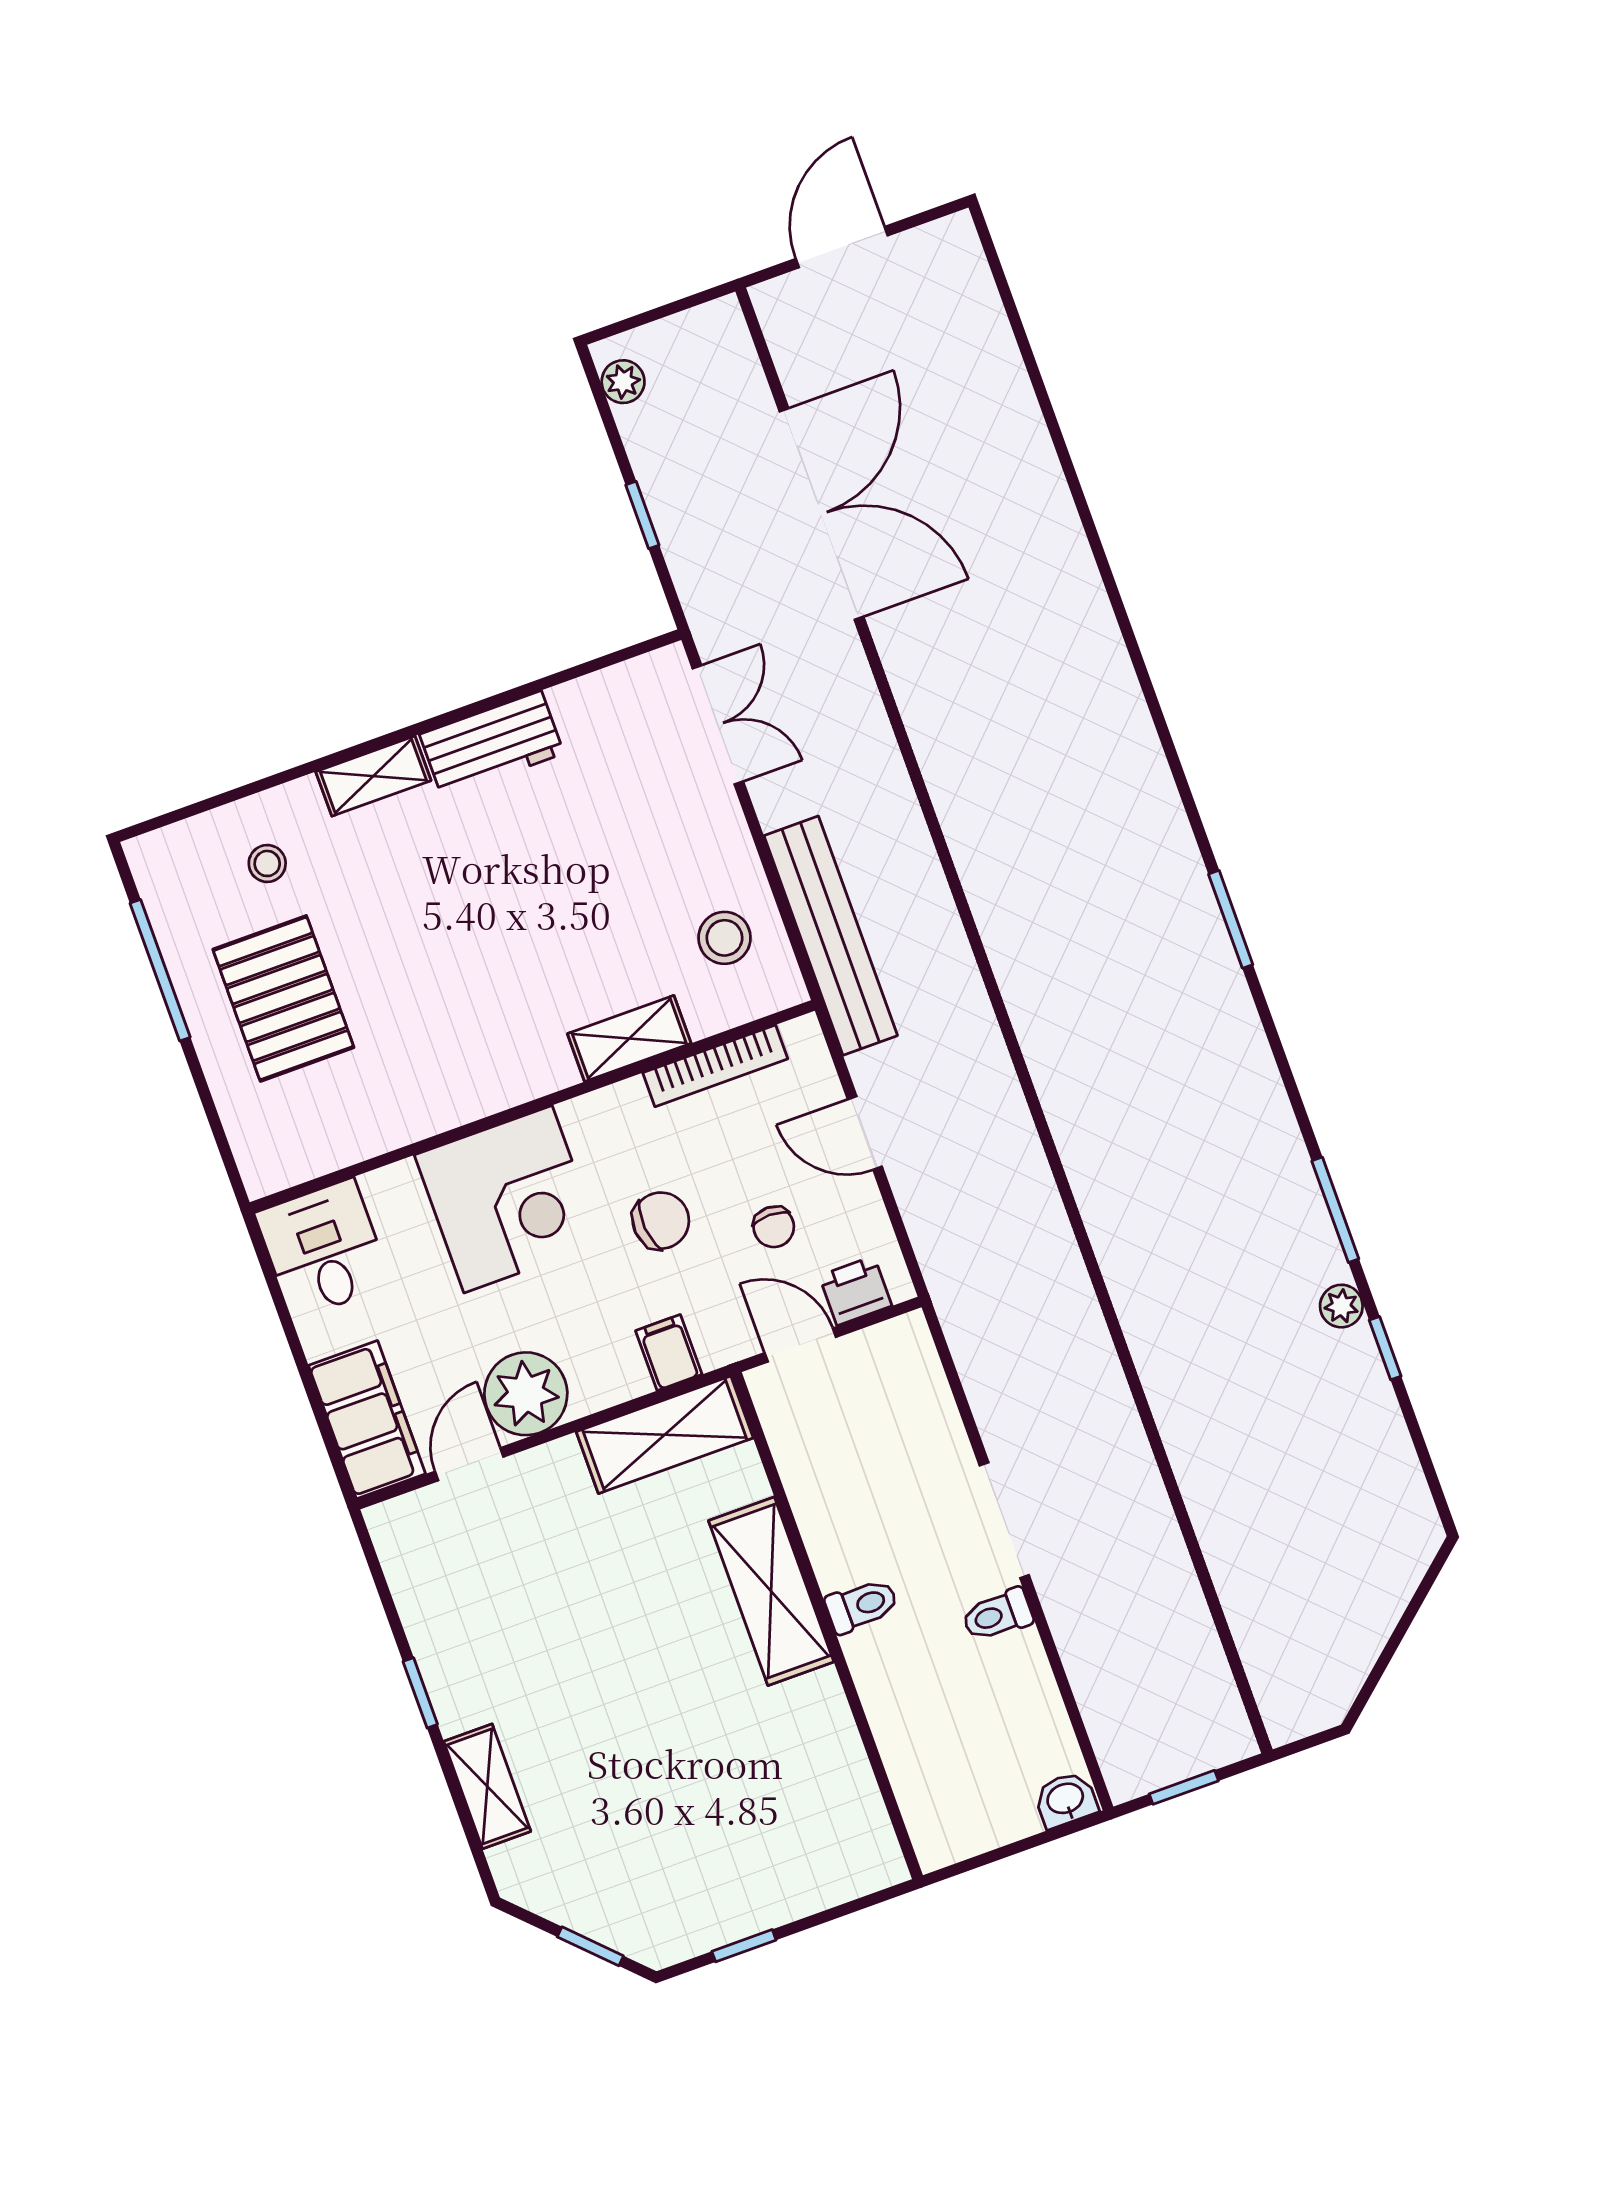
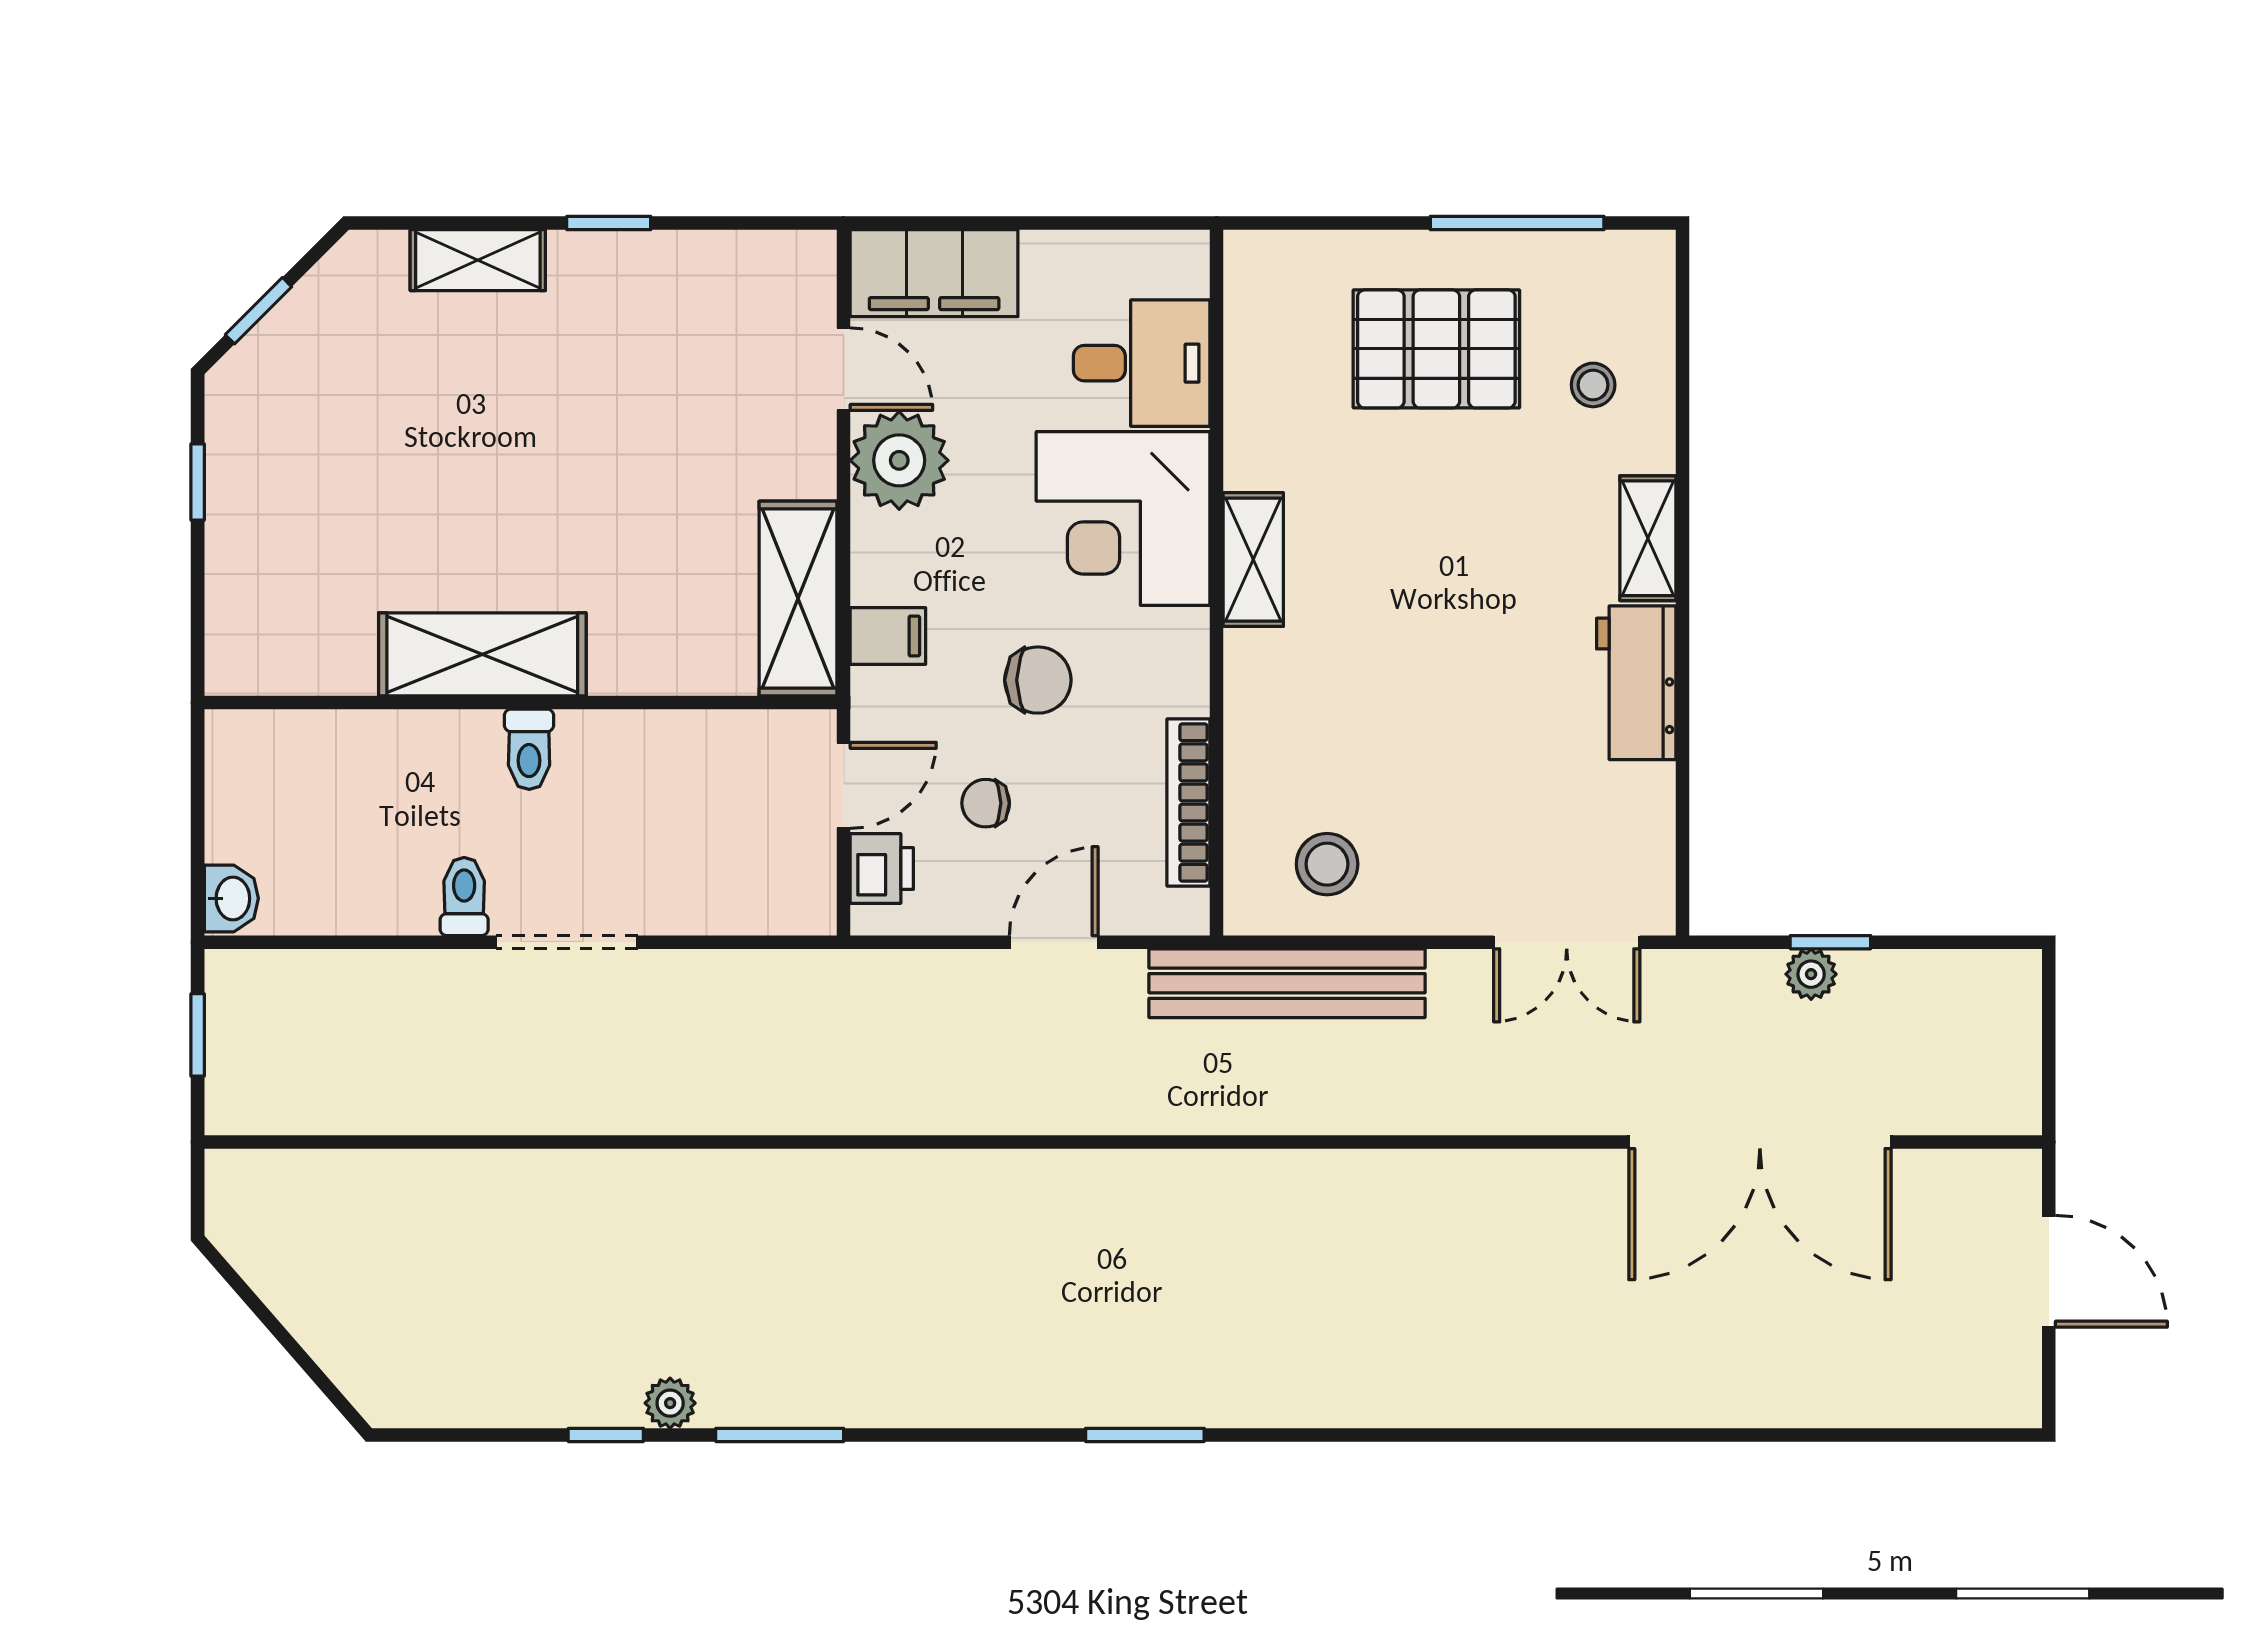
plant: (623, 382) -> (1811, 974), moved
shelving: (629, 1038) -> (1253, 560), moved
chair: (661, 1221) -> (1038, 680), turned -85
desk: (323, 1249) -> (1142, 363), moved
shelving: (771, 1591) -> (482, 654), moved

